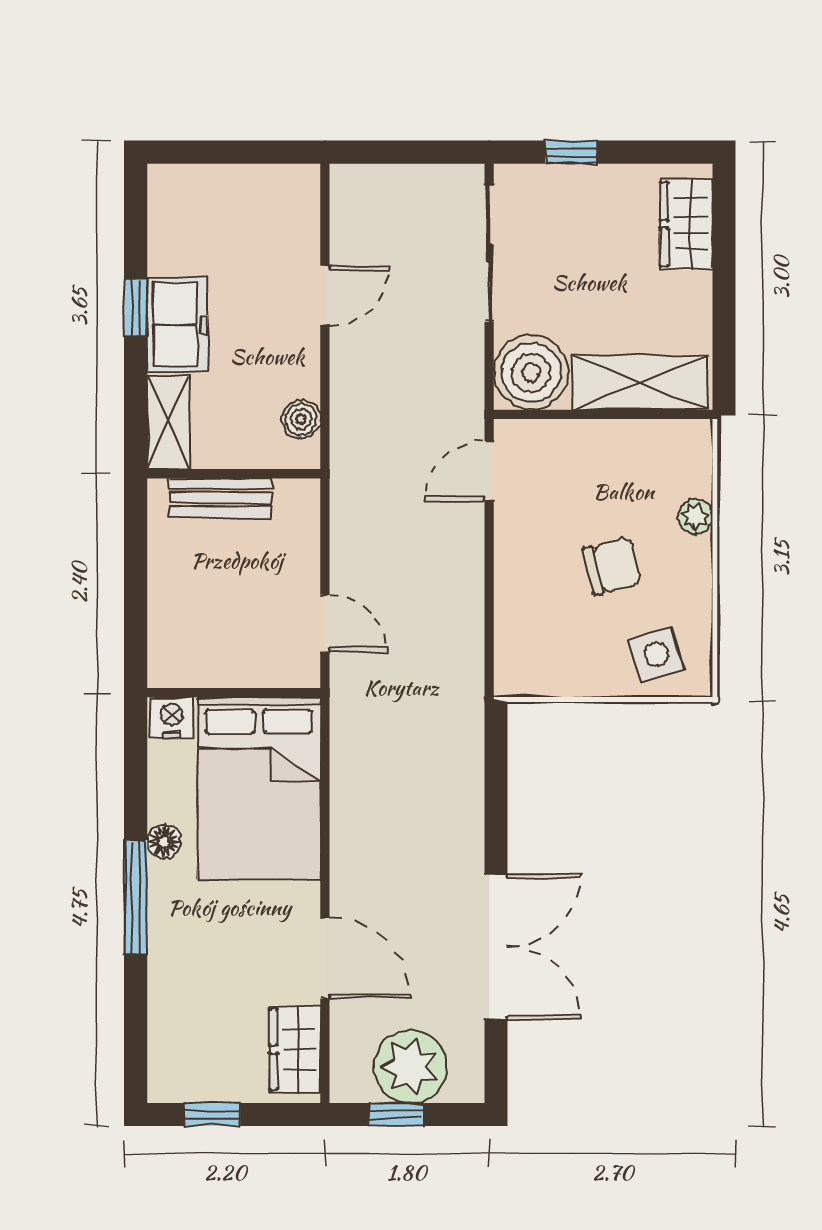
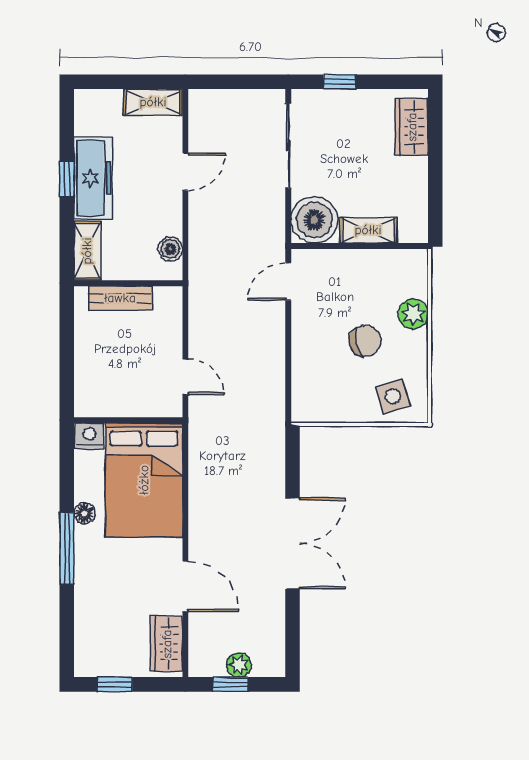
shelving: (273, 185) -> (153, 102), added
freezer: (177, 325) -> (93, 178), width x1.40
shelving: (640, 383) -> (368, 230), width x0.67, depth x0.75
plant: (695, 516) -> (413, 314), width x1.38, depth x1.38
double door: (496, 947) -> (292, 543), moved
plant: (410, 1067) -> (239, 665), width x0.53, depth x0.53

